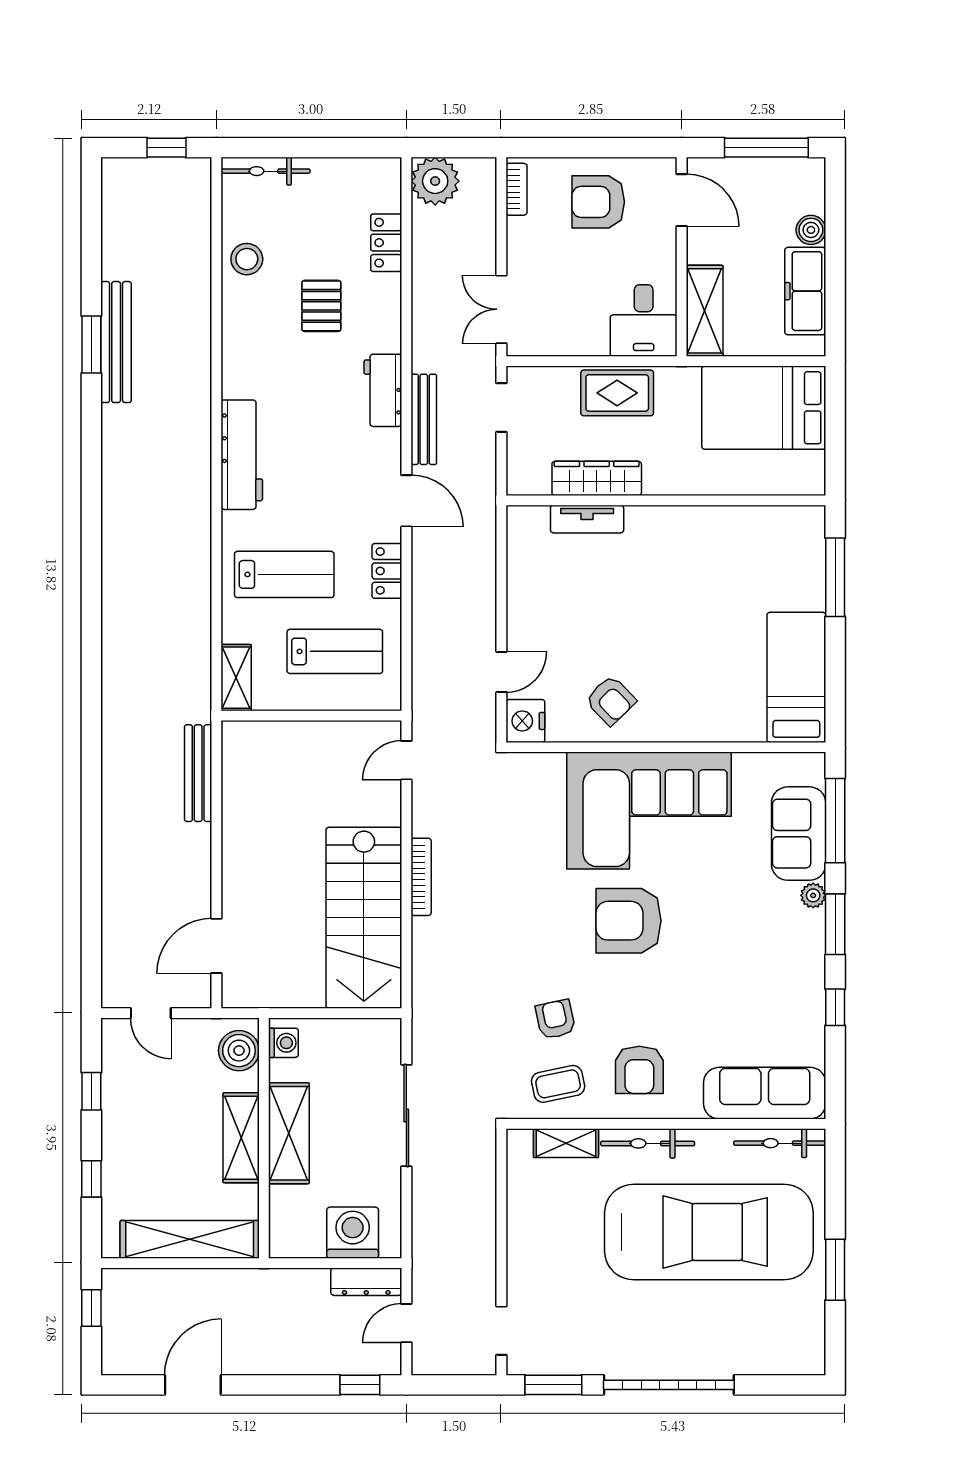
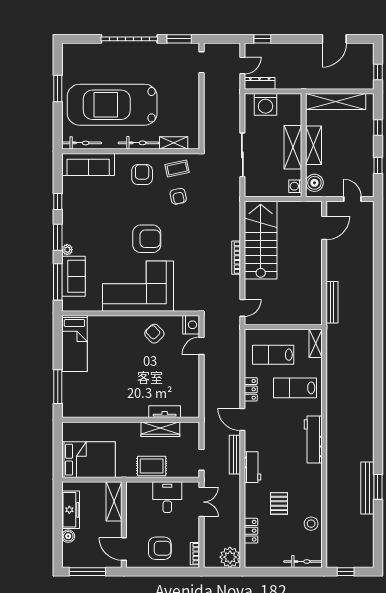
desk: (644, 320) -> (167, 497), moved

